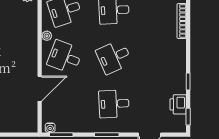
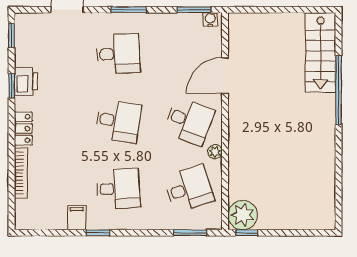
locker: (180, 52) -> (23, 129), added
desk: (114, 57) -> (118, 121), turned 33
printer: (178, 104) -> (26, 81), moved

